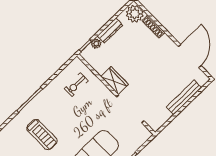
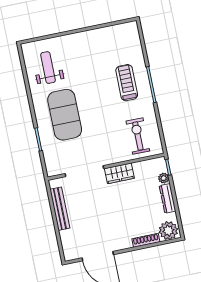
exercise bike: (76, 85) -> (138, 136), width x1.38, depth x1.39
bench: (184, 97) -> (60, 209), moved
treadmill: (42, 135) -> (127, 83), moved, turned 90

